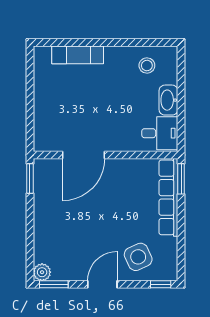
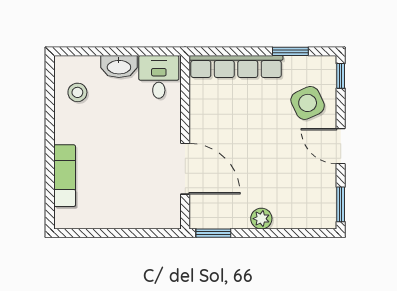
window: (181, 179) -> (290, 51), moved
plant: (42, 272) -> (261, 219), moved

